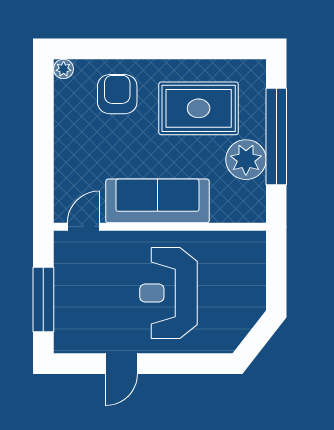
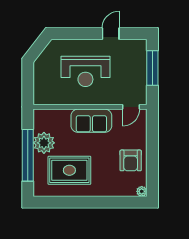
armchair: (117, 94) -> (131, 160), moved
sofa: (157, 201) -> (91, 121), width x0.73
reception desk: (168, 293) -> (85, 71), turned 90

